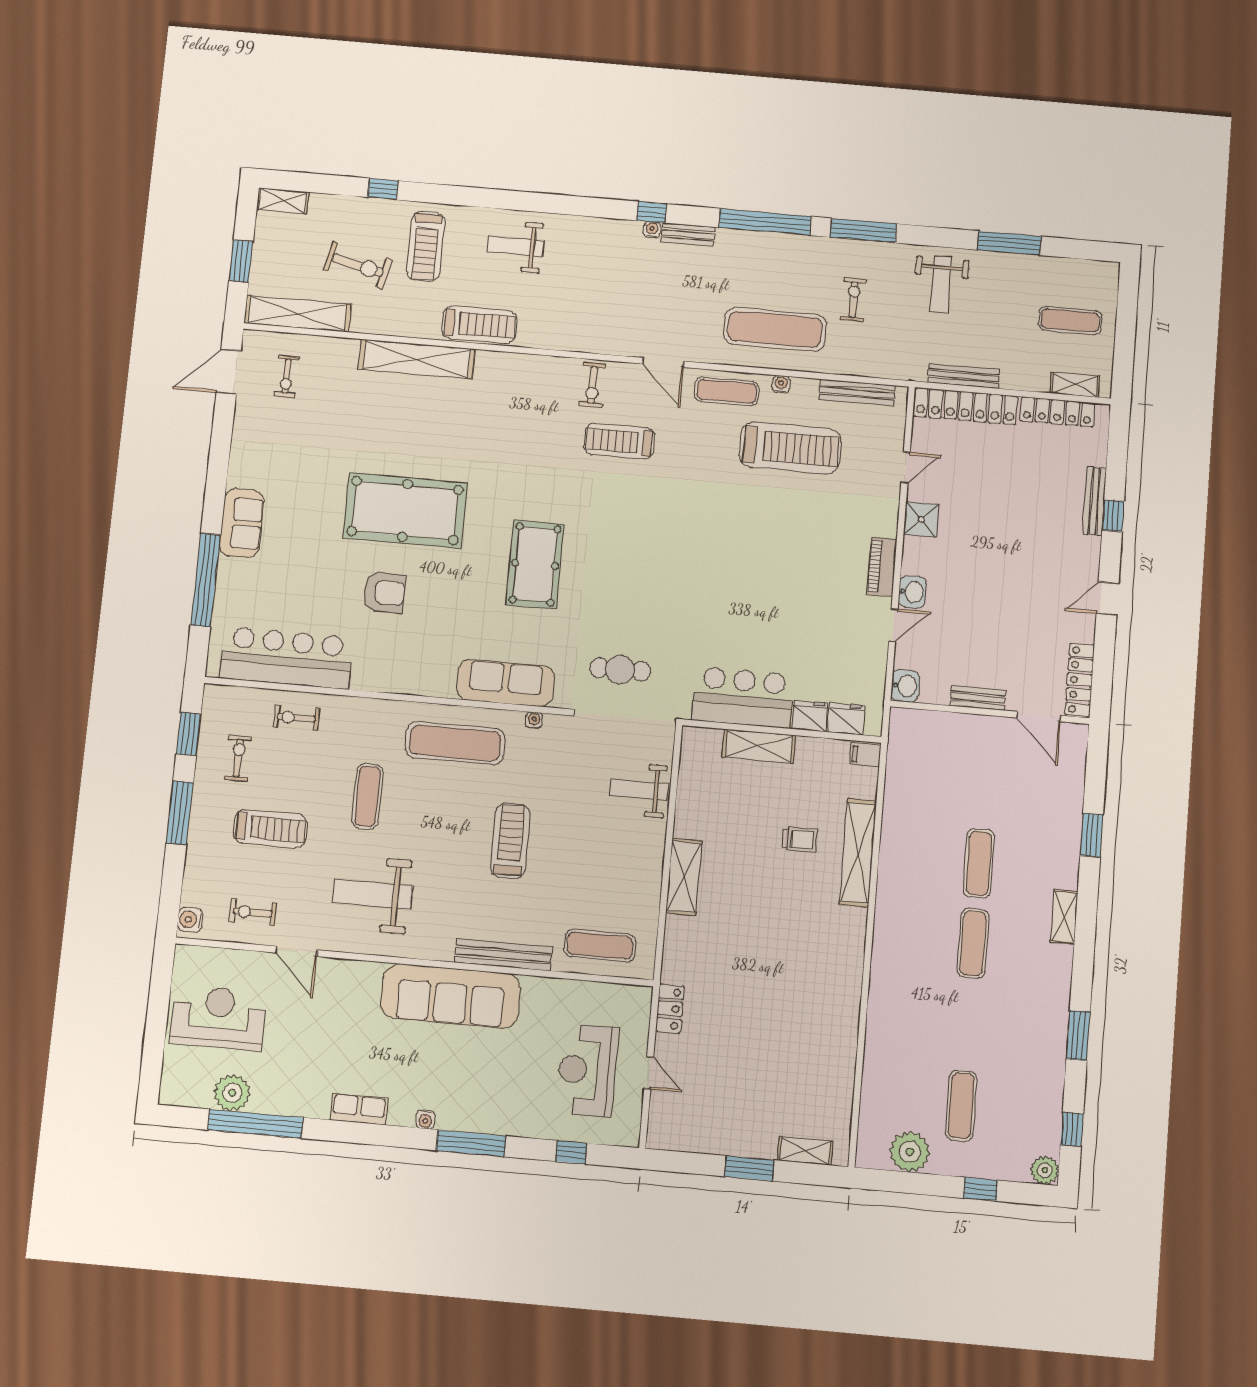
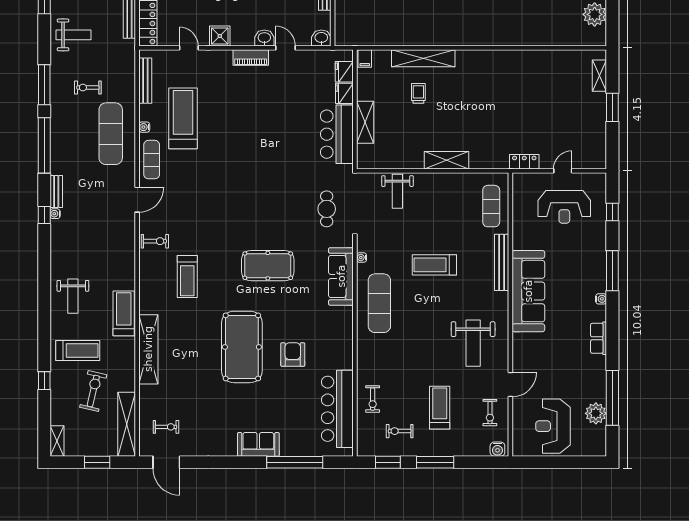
treadmill: (619, 441) -> (187, 277), moved
exercise mat: (368, 796) -> (416, 352), removed

